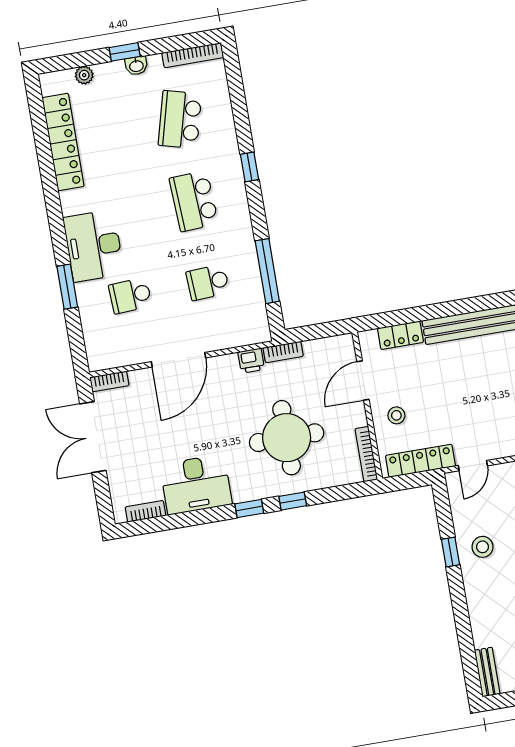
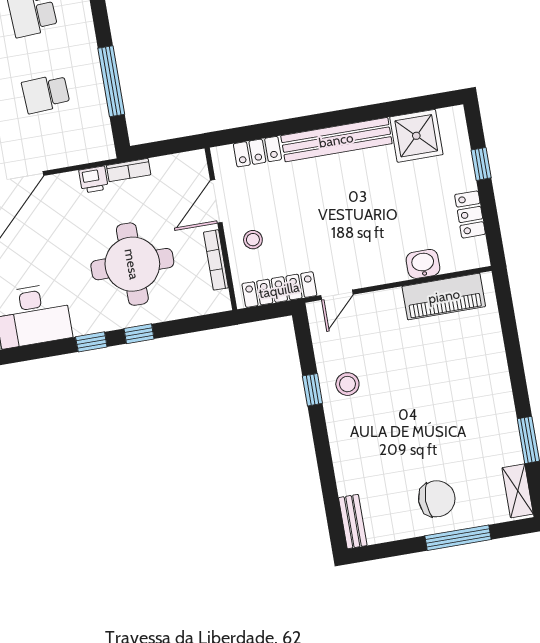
bookcase: (366, 454) -> (216, 260), moved

